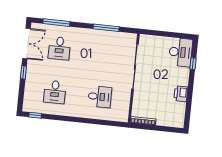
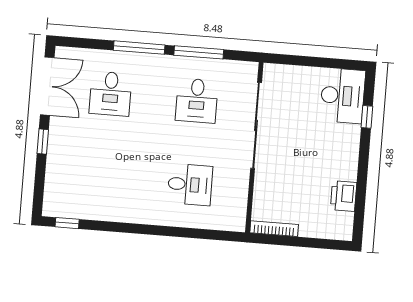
window: (56, 23) -> (139, 48), moved
desk: (55, 92) -> (197, 101), moved
printer: (181, 94) -> (344, 196), moved

